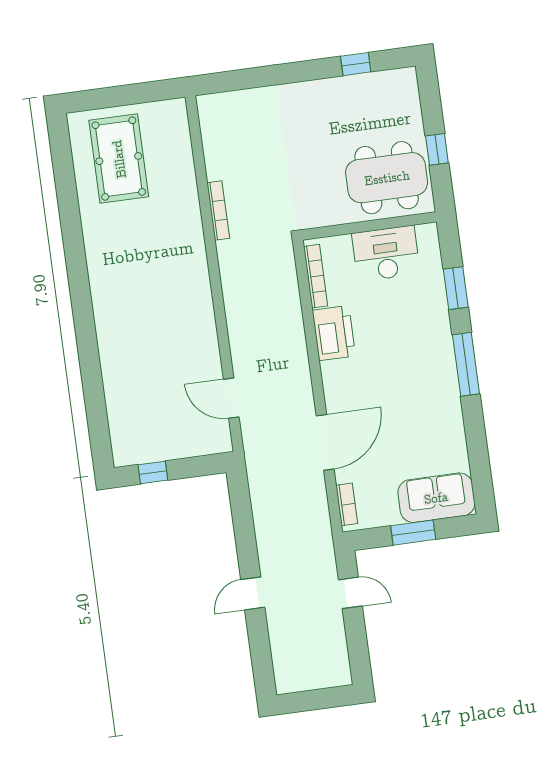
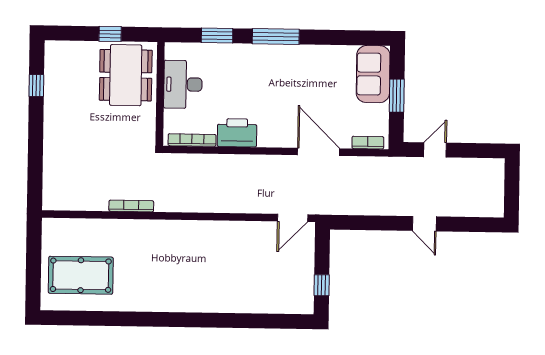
door: (231, 398) -> (293, 218), moved

